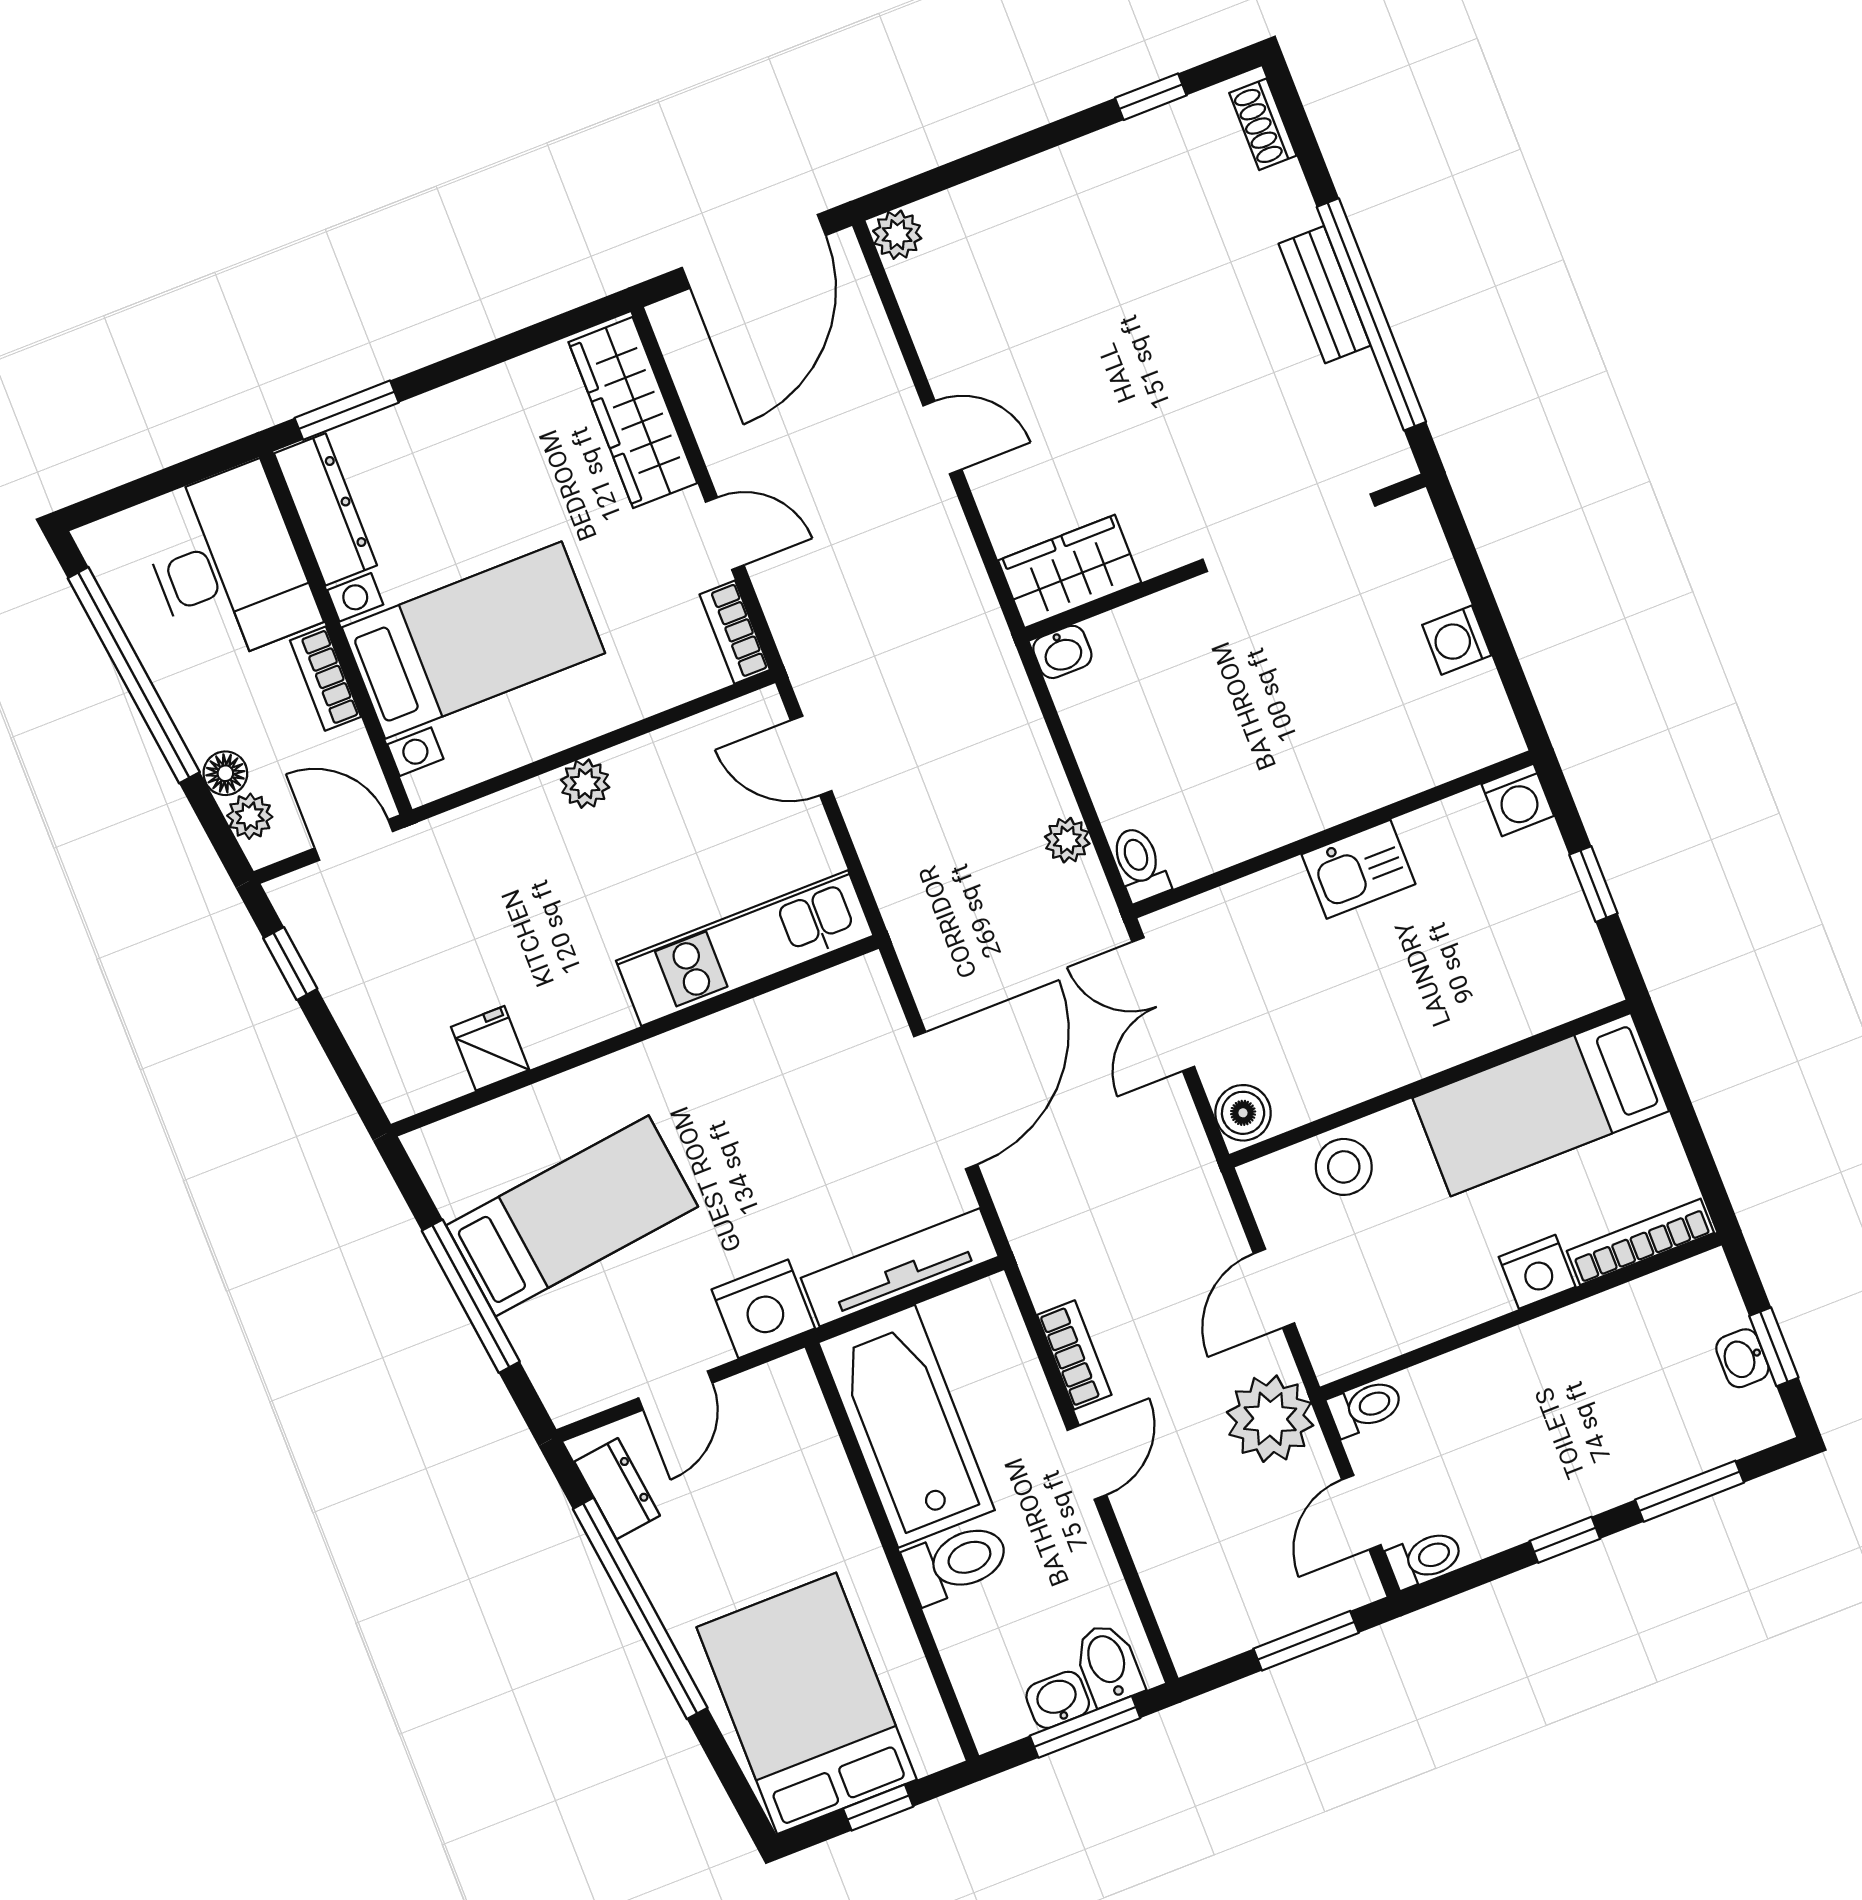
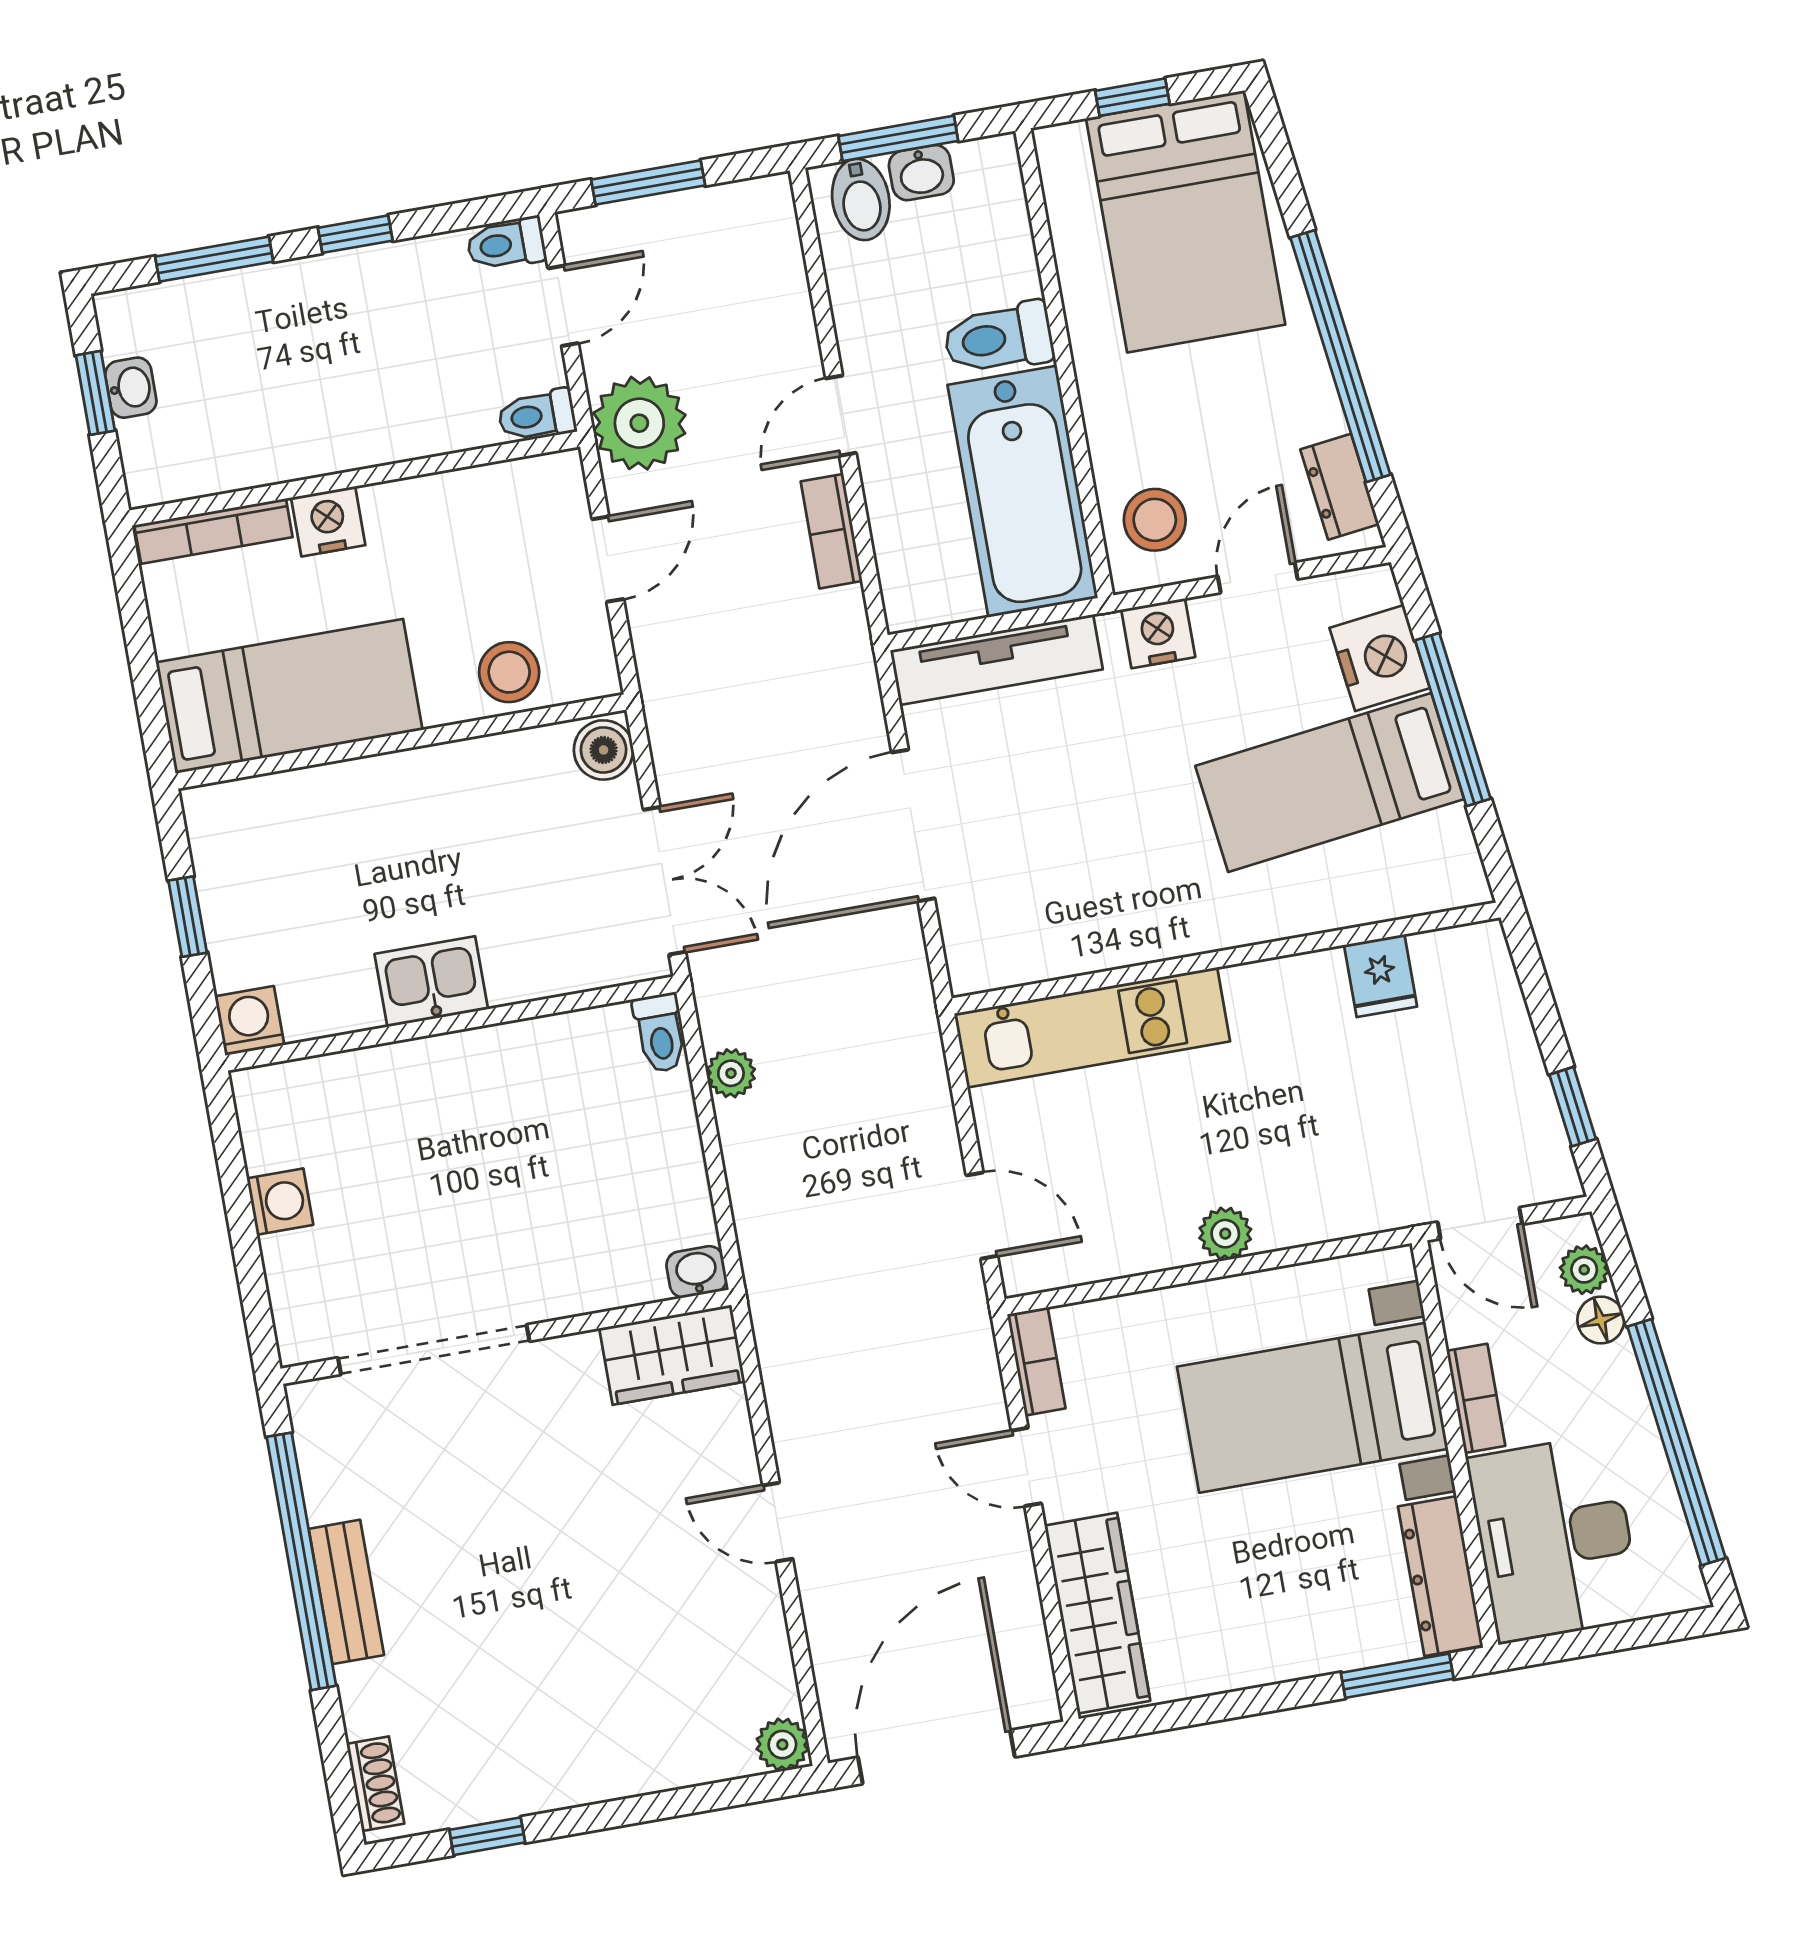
nightstand: (763, 1309) -> (1158, 633), width x0.74, depth x0.75
nightstand: (549, 1339) -> (1380, 658), added
stool: (780, 1425) -> (1155, 520), added

